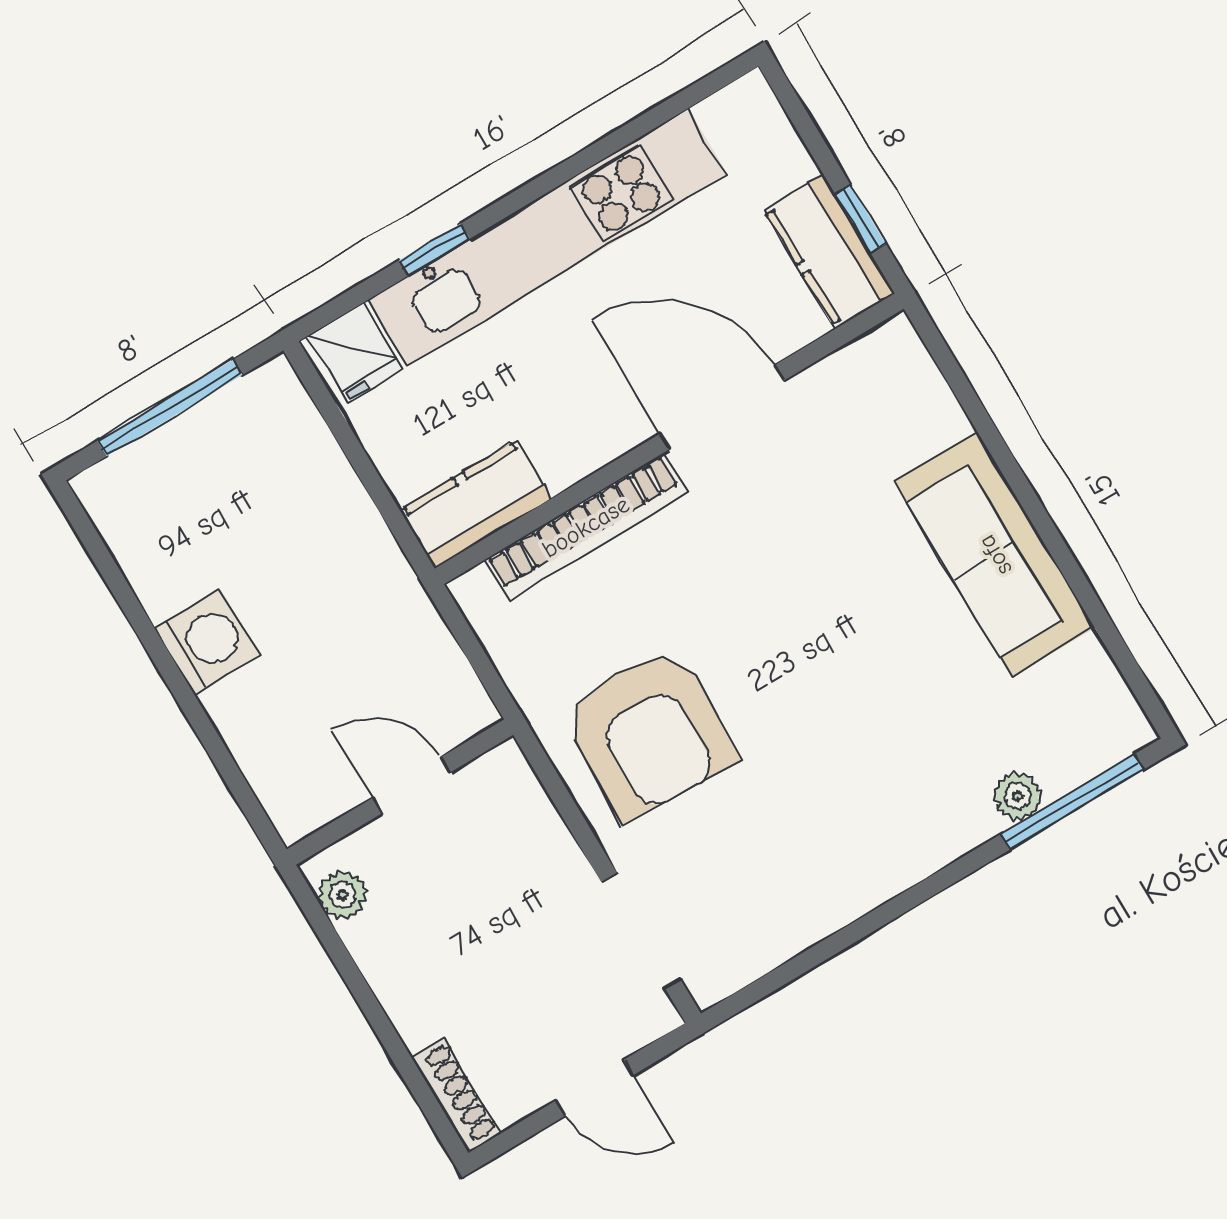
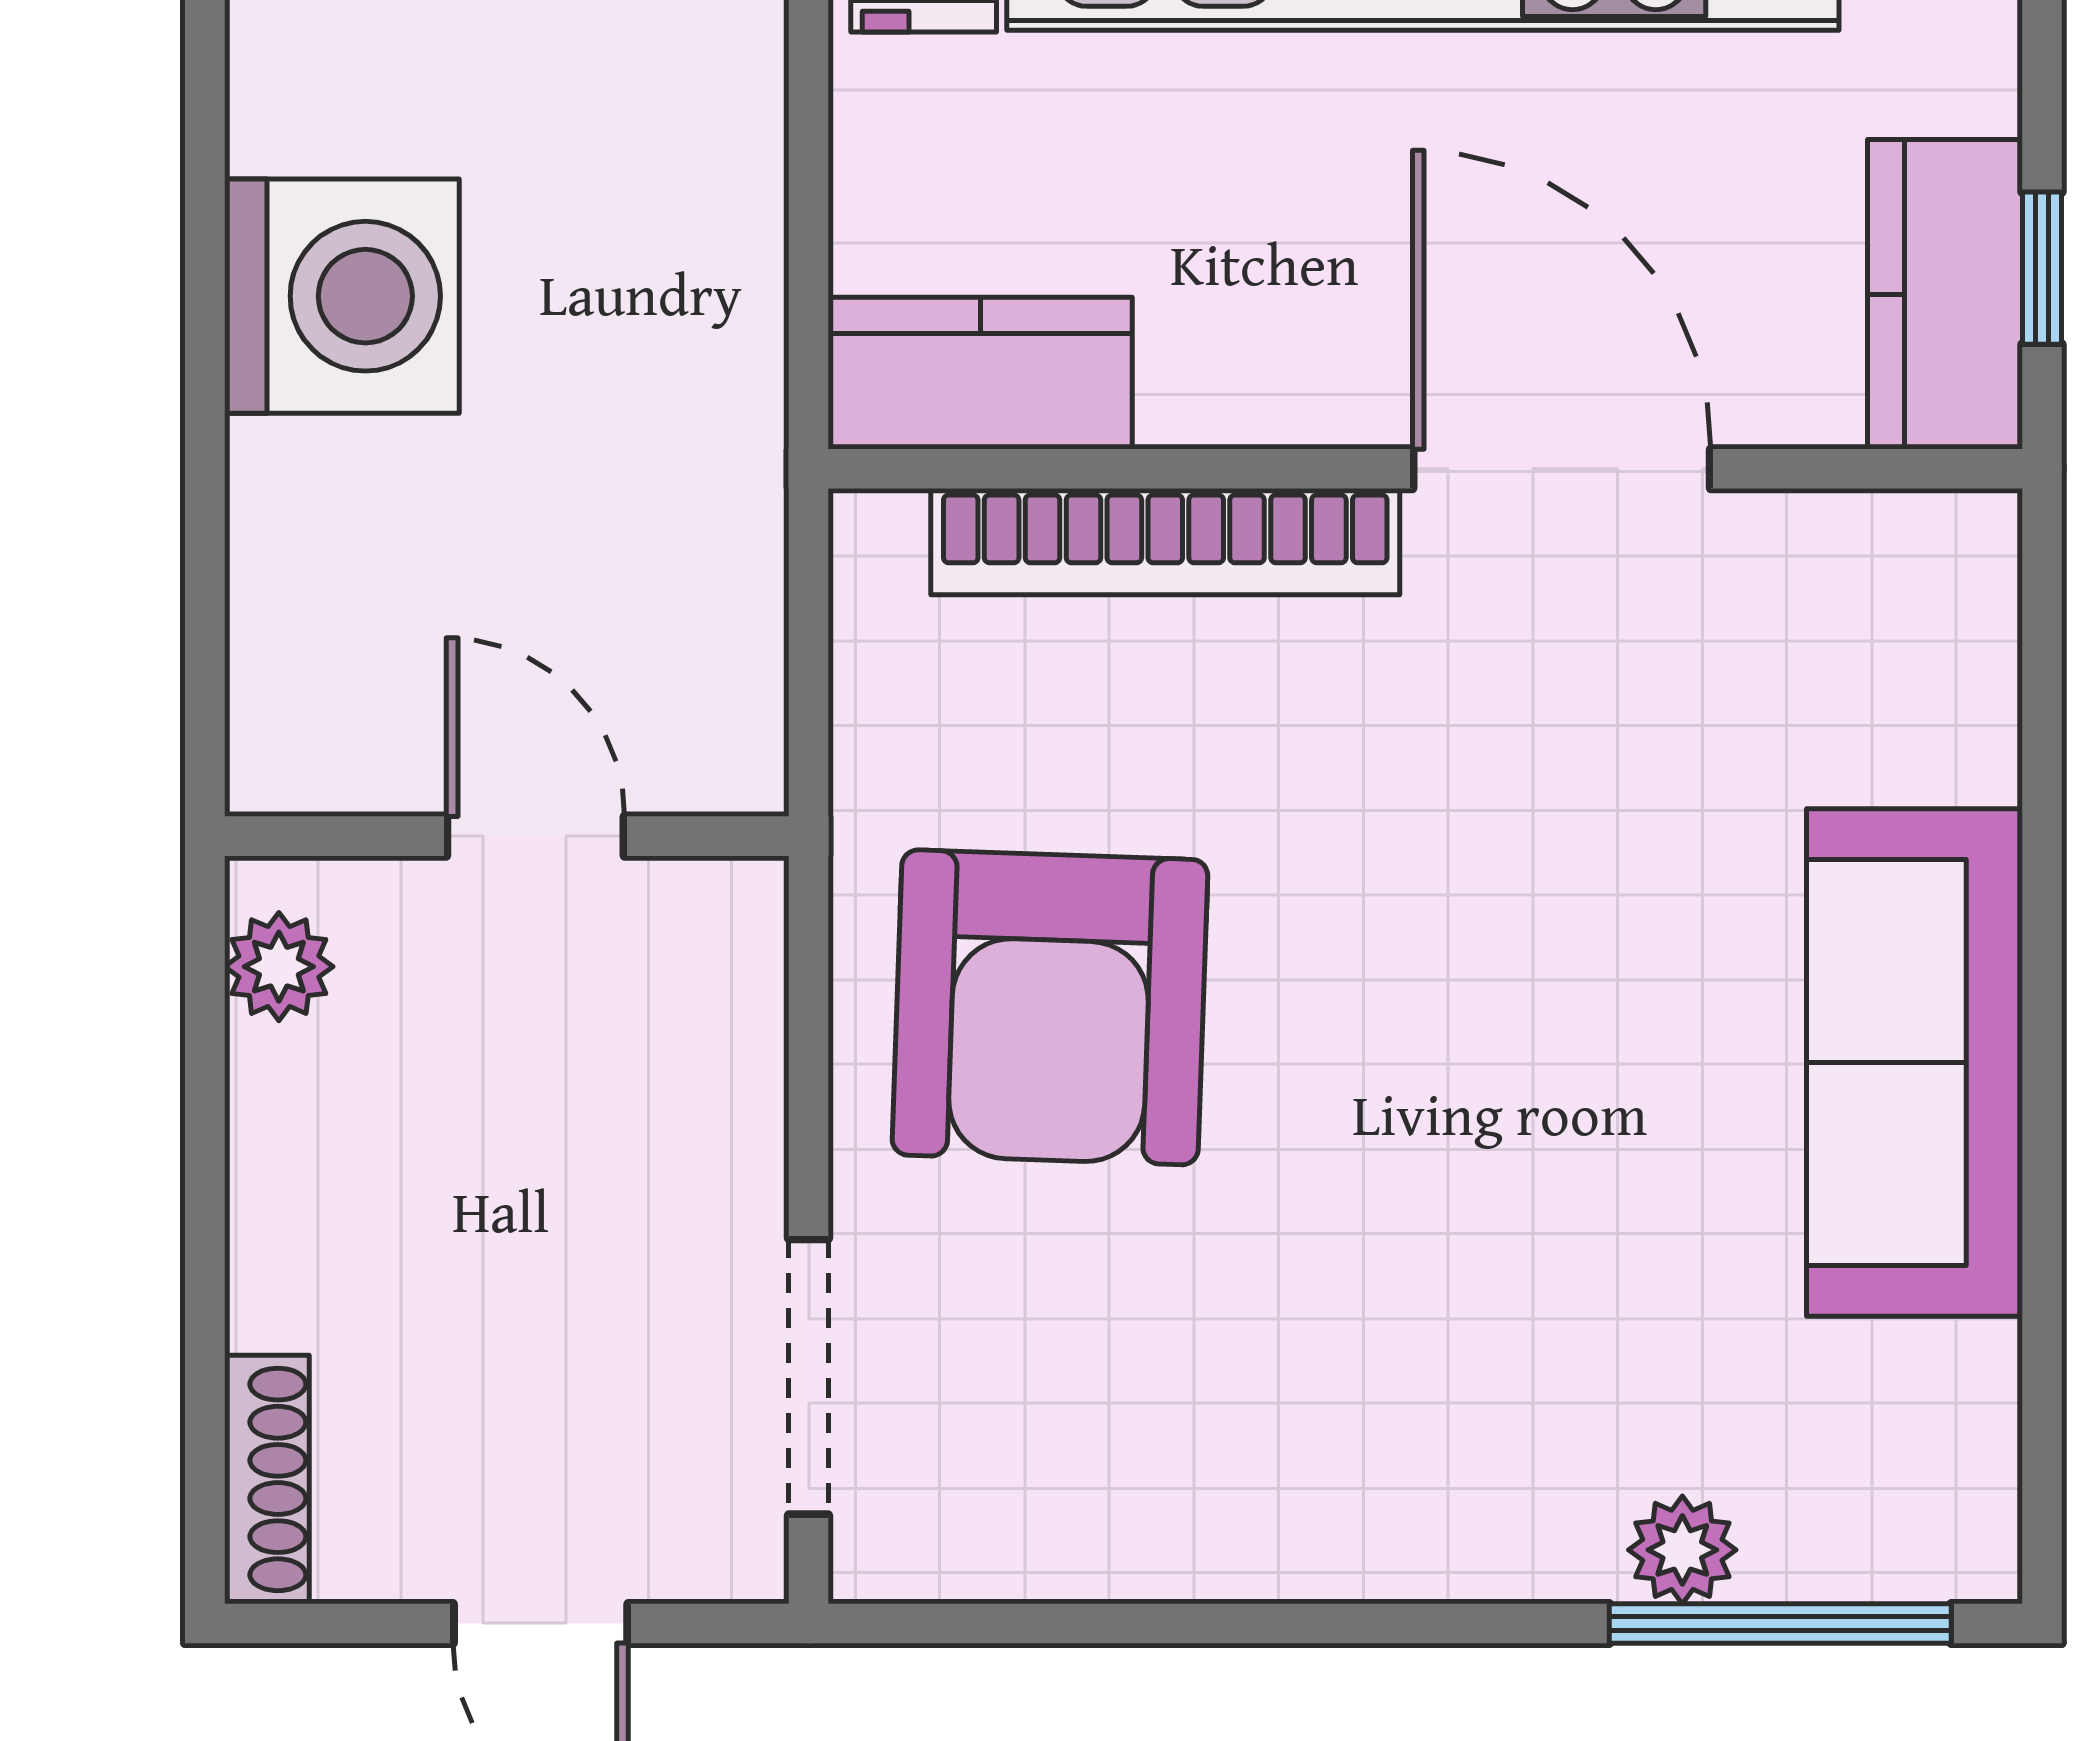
washing machine: (207, 642) -> (342, 296), width x1.37, depth x1.37

